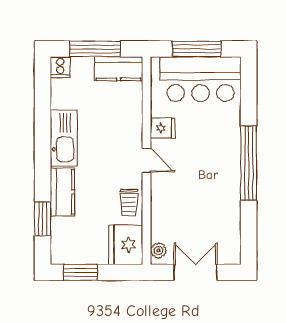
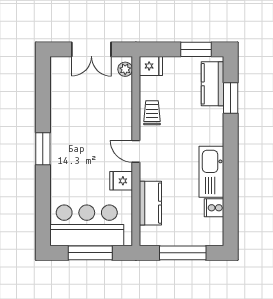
cooker: (60, 67) -> (214, 208), moved, turned -90
kitchen counter: (119, 69) -> (150, 203), moved, turned 90
window: (249, 163) -> (43, 149), width x0.47
kitchen counter: (62, 192) -> (213, 84), moved
fridge: (126, 245) -> (151, 66), width x0.53, depth x0.75

